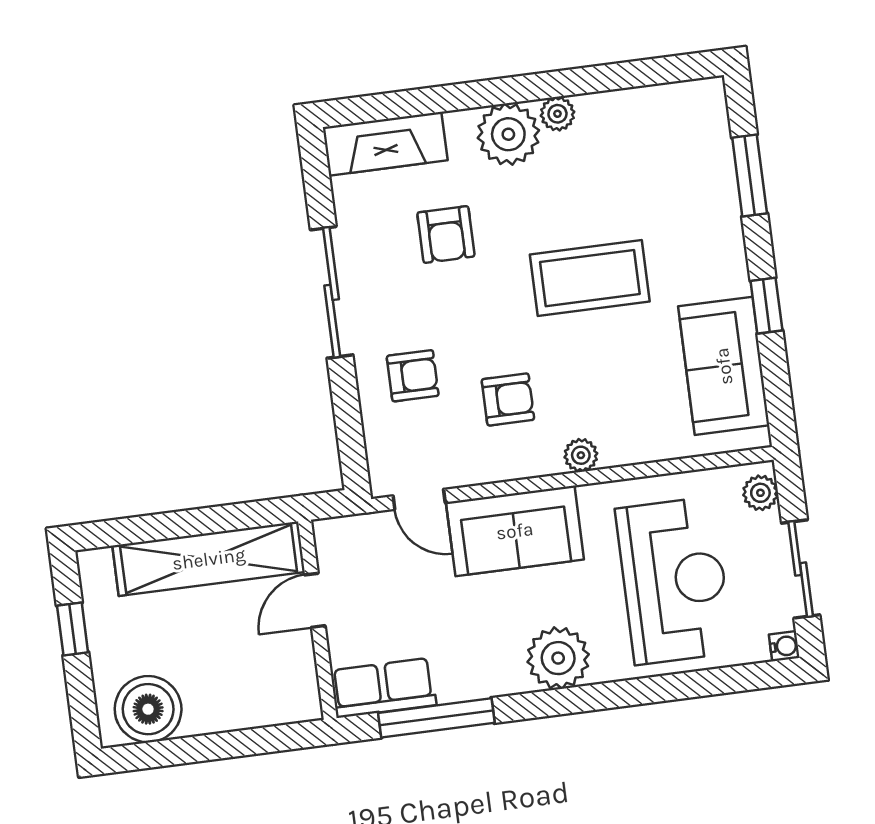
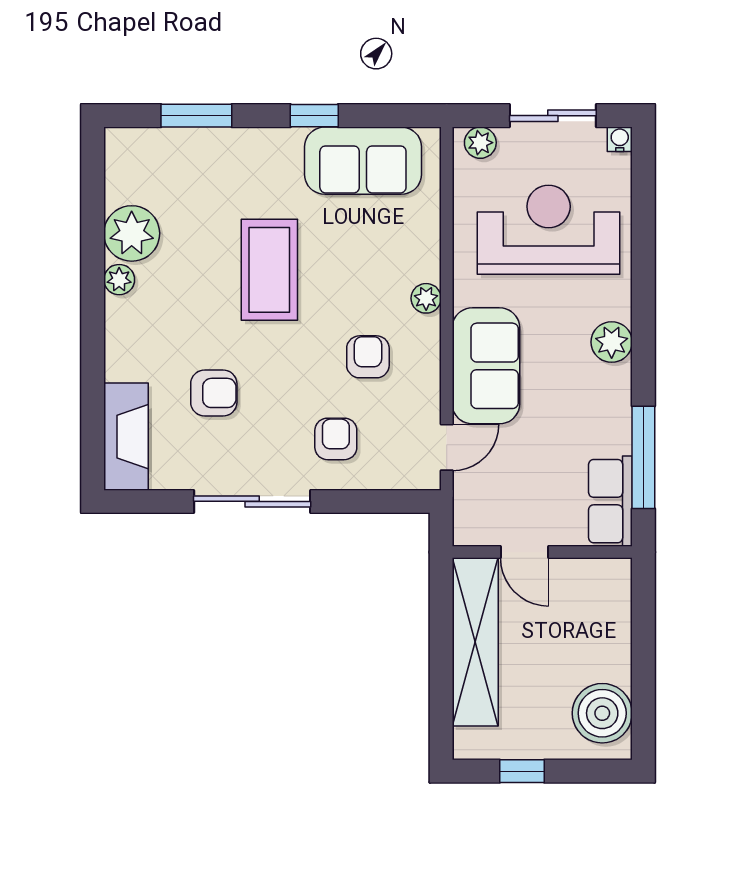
plant: (508, 134) -> (132, 233), moved
plant: (558, 658) -> (612, 342), width x0.73, depth x0.73

